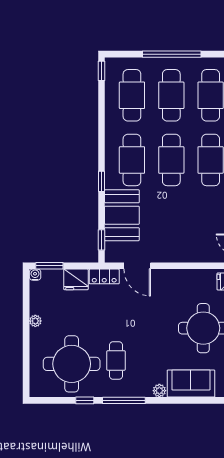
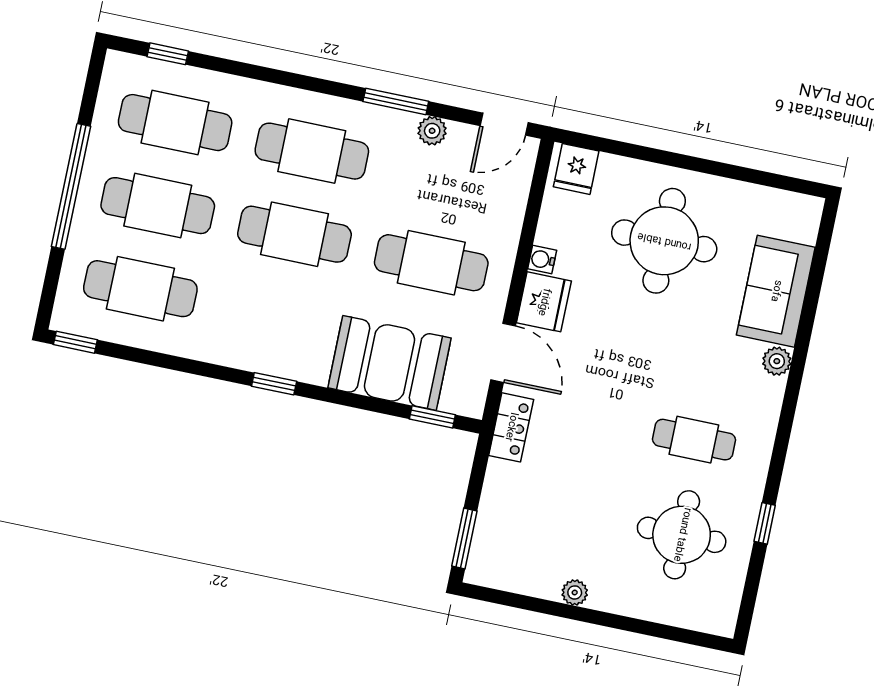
cafe table: (132, 160) -> (431, 263), moved
window: (102, 181) -> (274, 384), moved
door: (137, 266) -> (503, 353), hinge flipped
water cooler: (35, 275) -> (542, 259), moved
fridge: (76, 279) -> (544, 302), moved
round table: (72, 364) -> (682, 535), width x0.73, depth x0.73
window: (124, 400) -> (782, 440), removed

